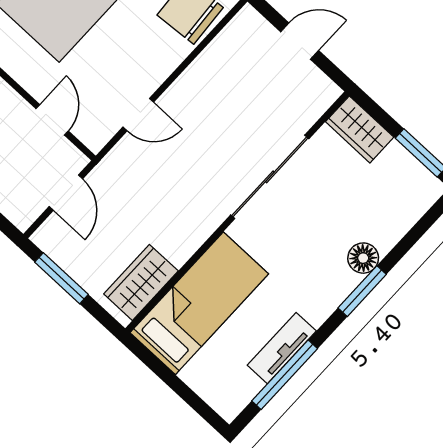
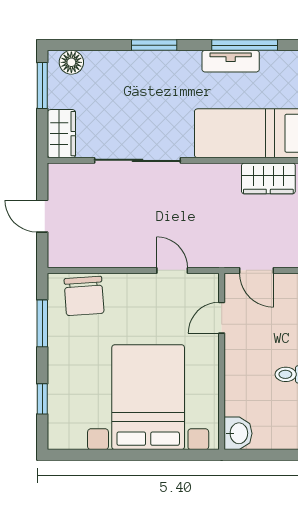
door: (66, 193) -> (256, 270), swing flipped
floor lamp: (363, 258) -> (71, 62), moved

